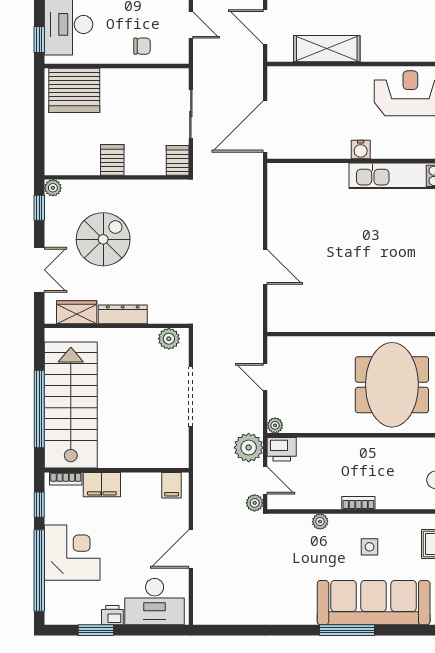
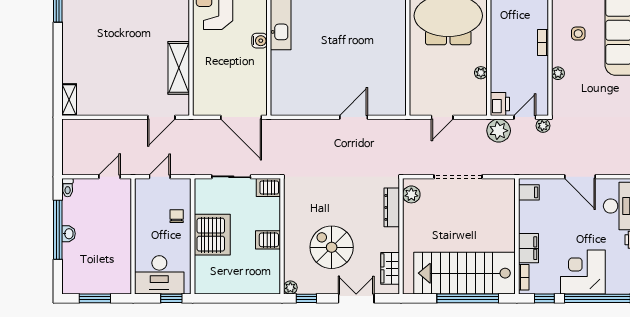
server rack: (74, 90) -> (212, 235), moved
dresser: (123, 314) -> (392, 207), moved
plant: (275, 425) -> (481, 73), moved

